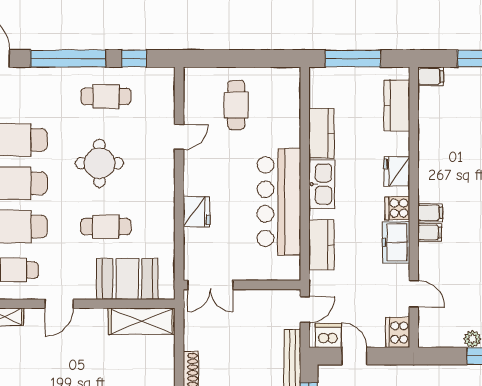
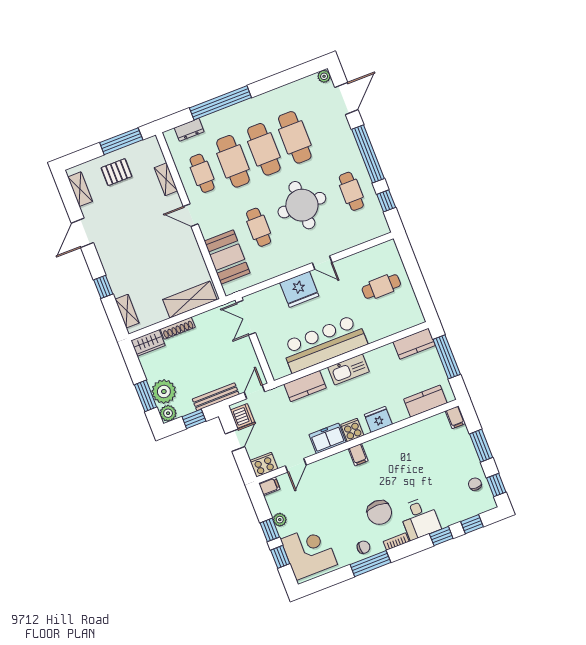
kitchen counter: (321, 133) -> (414, 344), moved
door: (179, 137) -> (322, 263), moved
round table: (99, 163) -> (302, 205), width x1.36, depth x1.36
fridge: (196, 212) -> (299, 289), width x1.36, depth x1.34
filing cabinet: (430, 233) -> (269, 486), moved, turned -90
door: (305, 309) -> (255, 392), swing flipped
shelving: (142, 321) -> (190, 300), moved, turned 90

